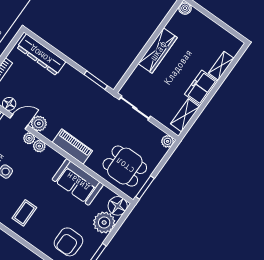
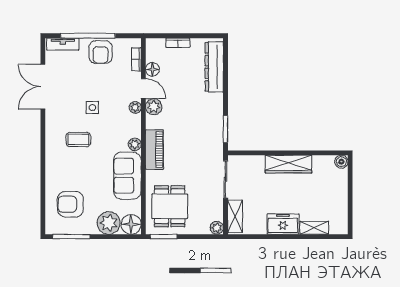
shelving: (185, 115) -> (235, 216), moved, turned 90
plant: (39, 146) -> (135, 144), moved
coffee table: (24, 213) -> (78, 140), moved

